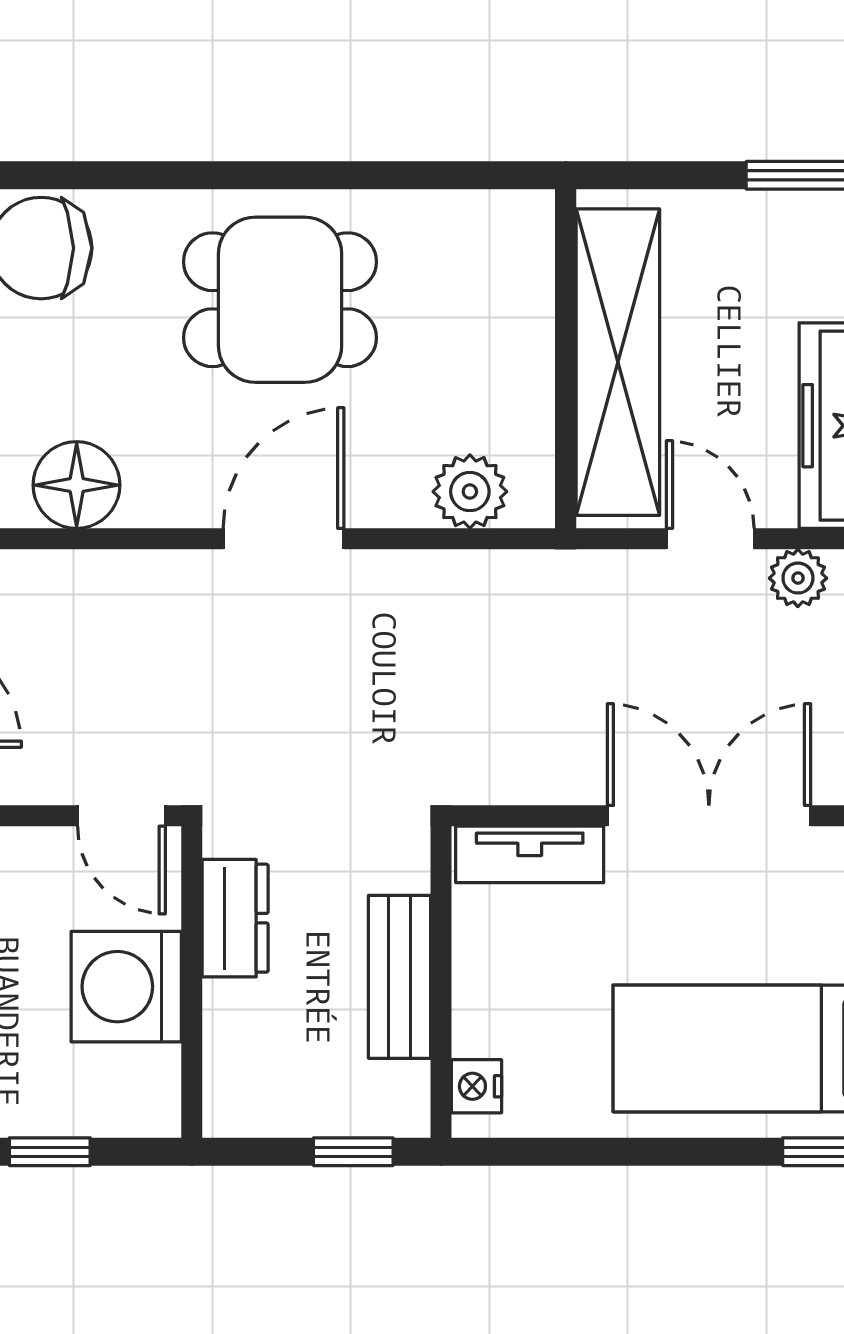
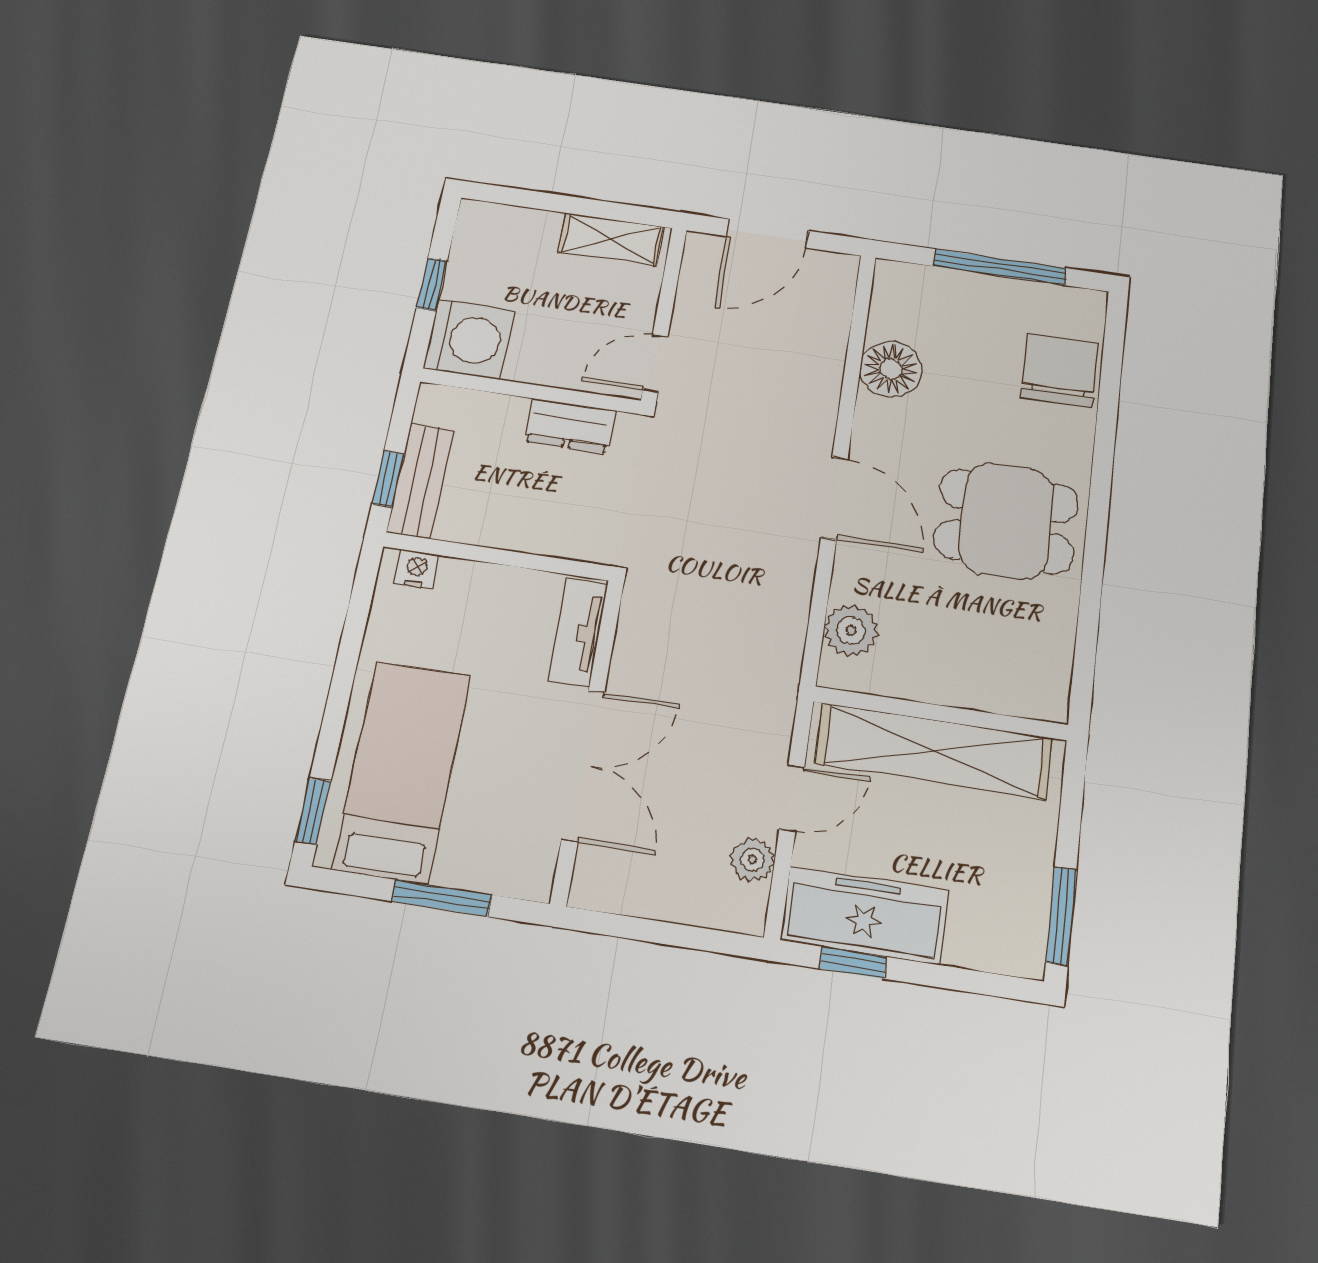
dining table: (280, 300) -> (1006, 521), turned 90
bench: (399, 977) -> (421, 481), moved, turned 90
washing machine: (126, 987) -> (469, 339), moved, turned 90

